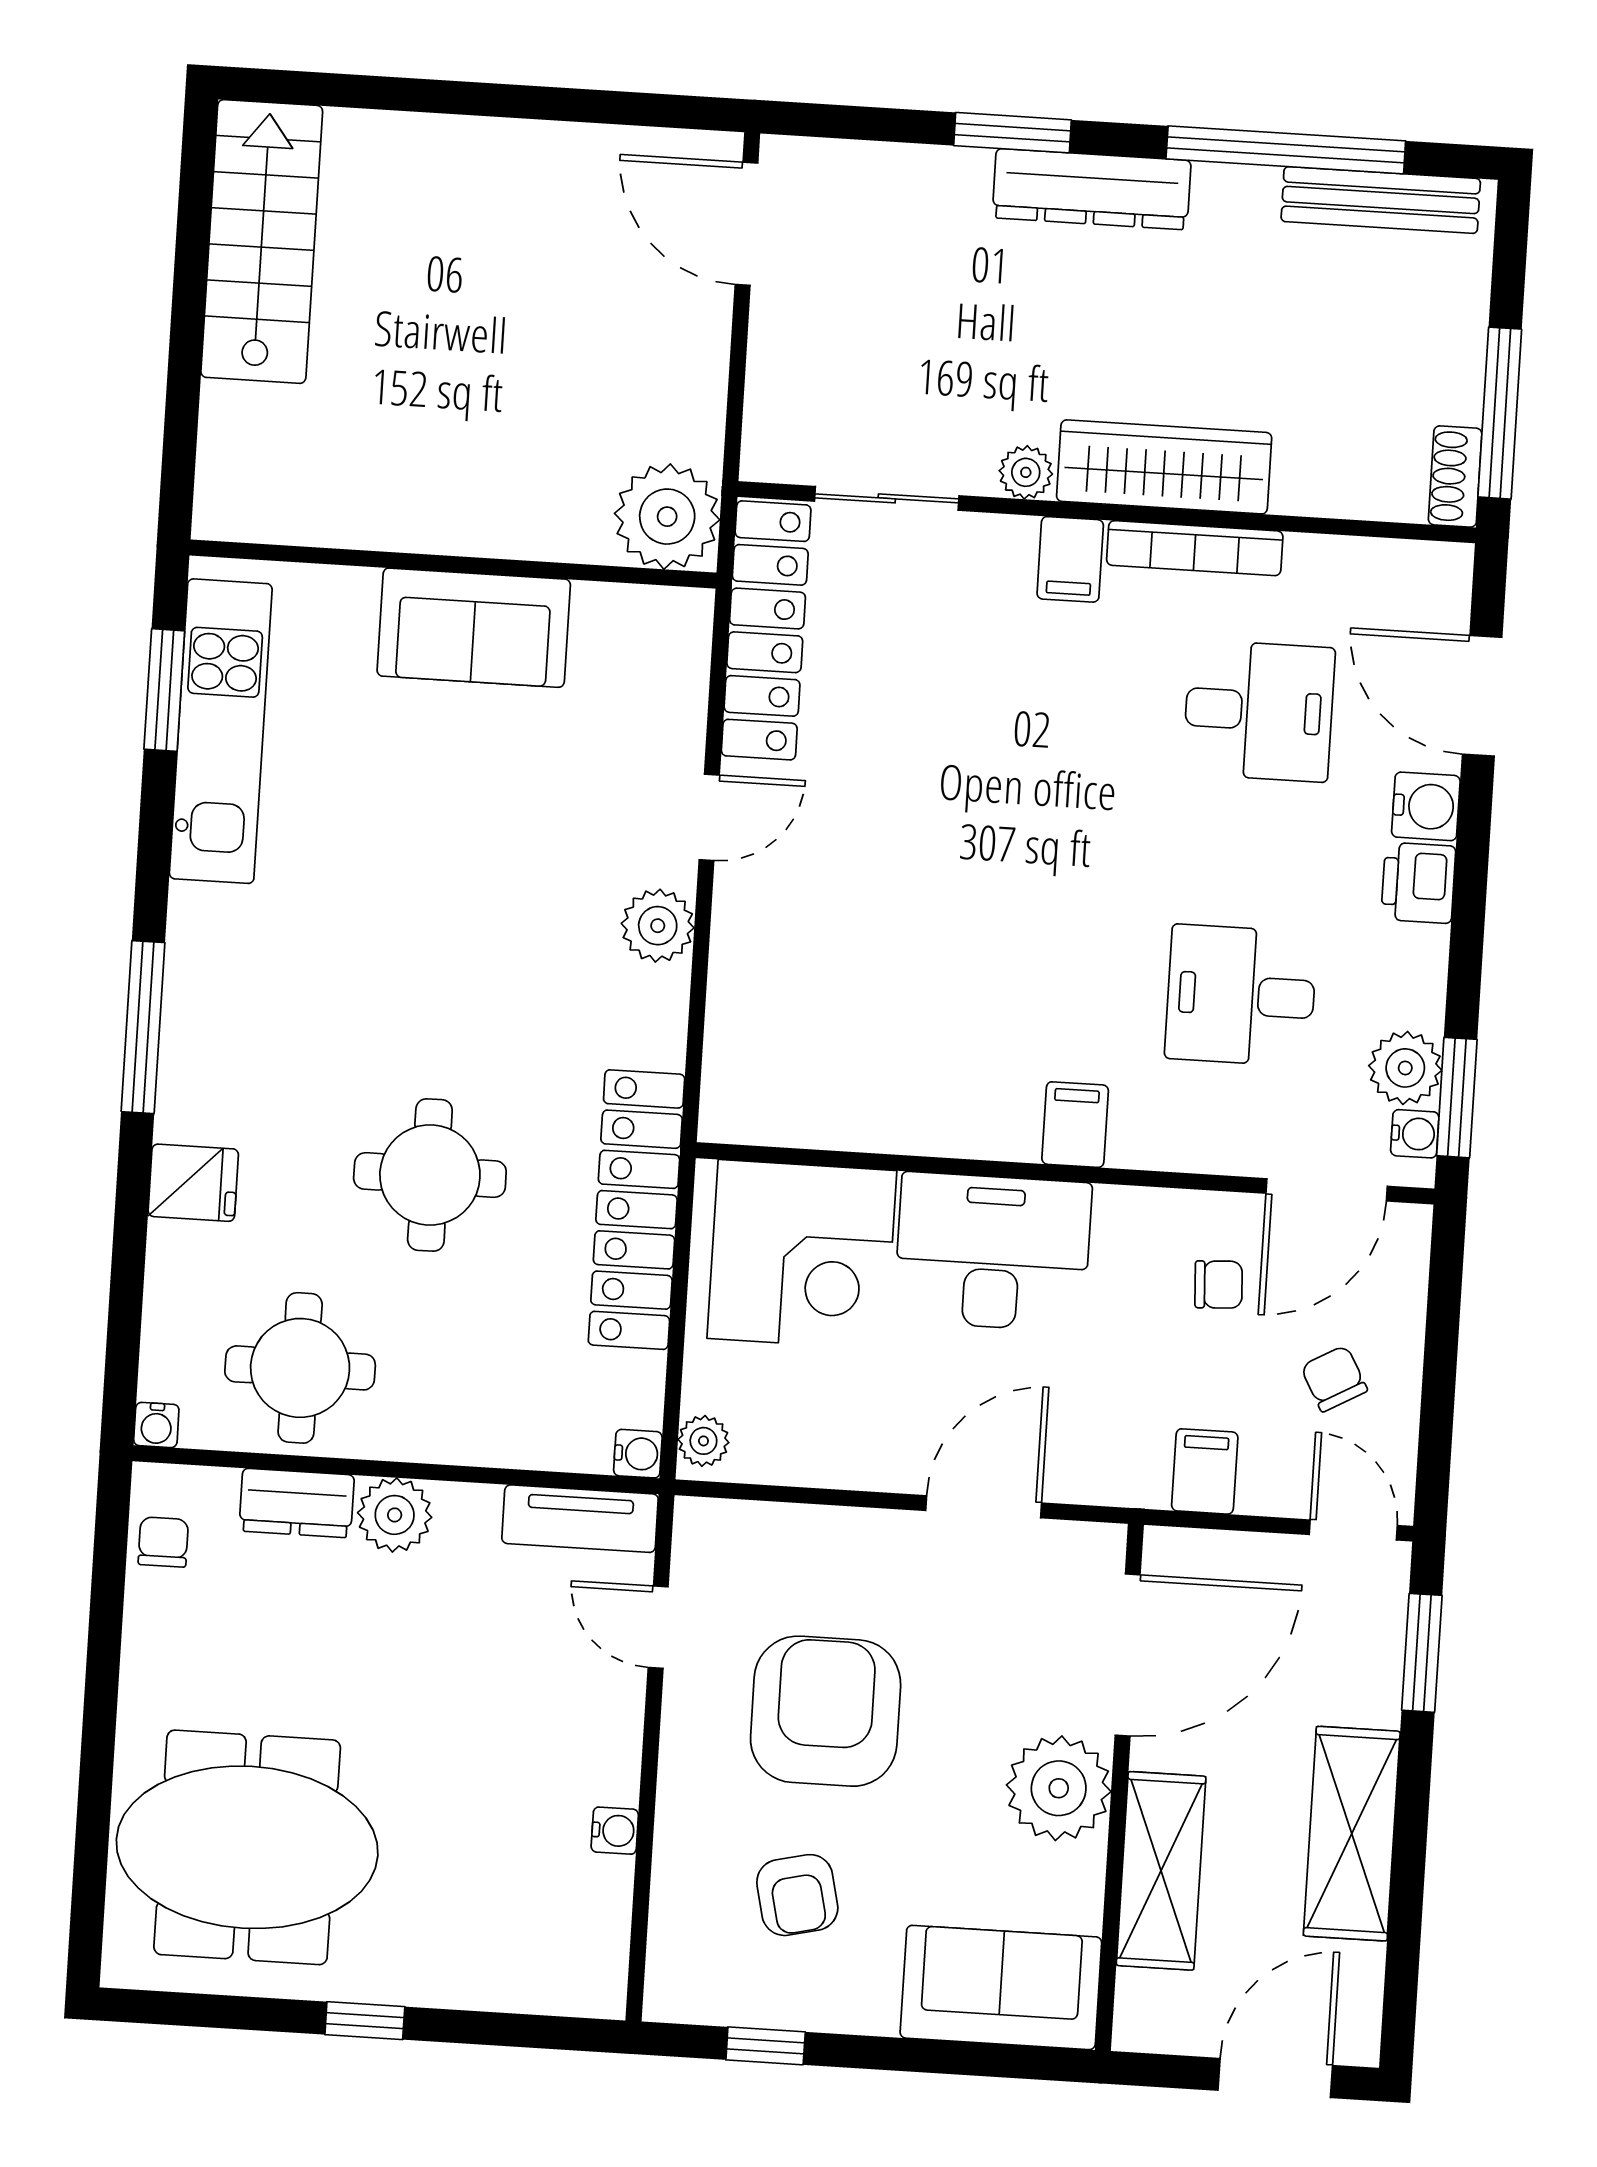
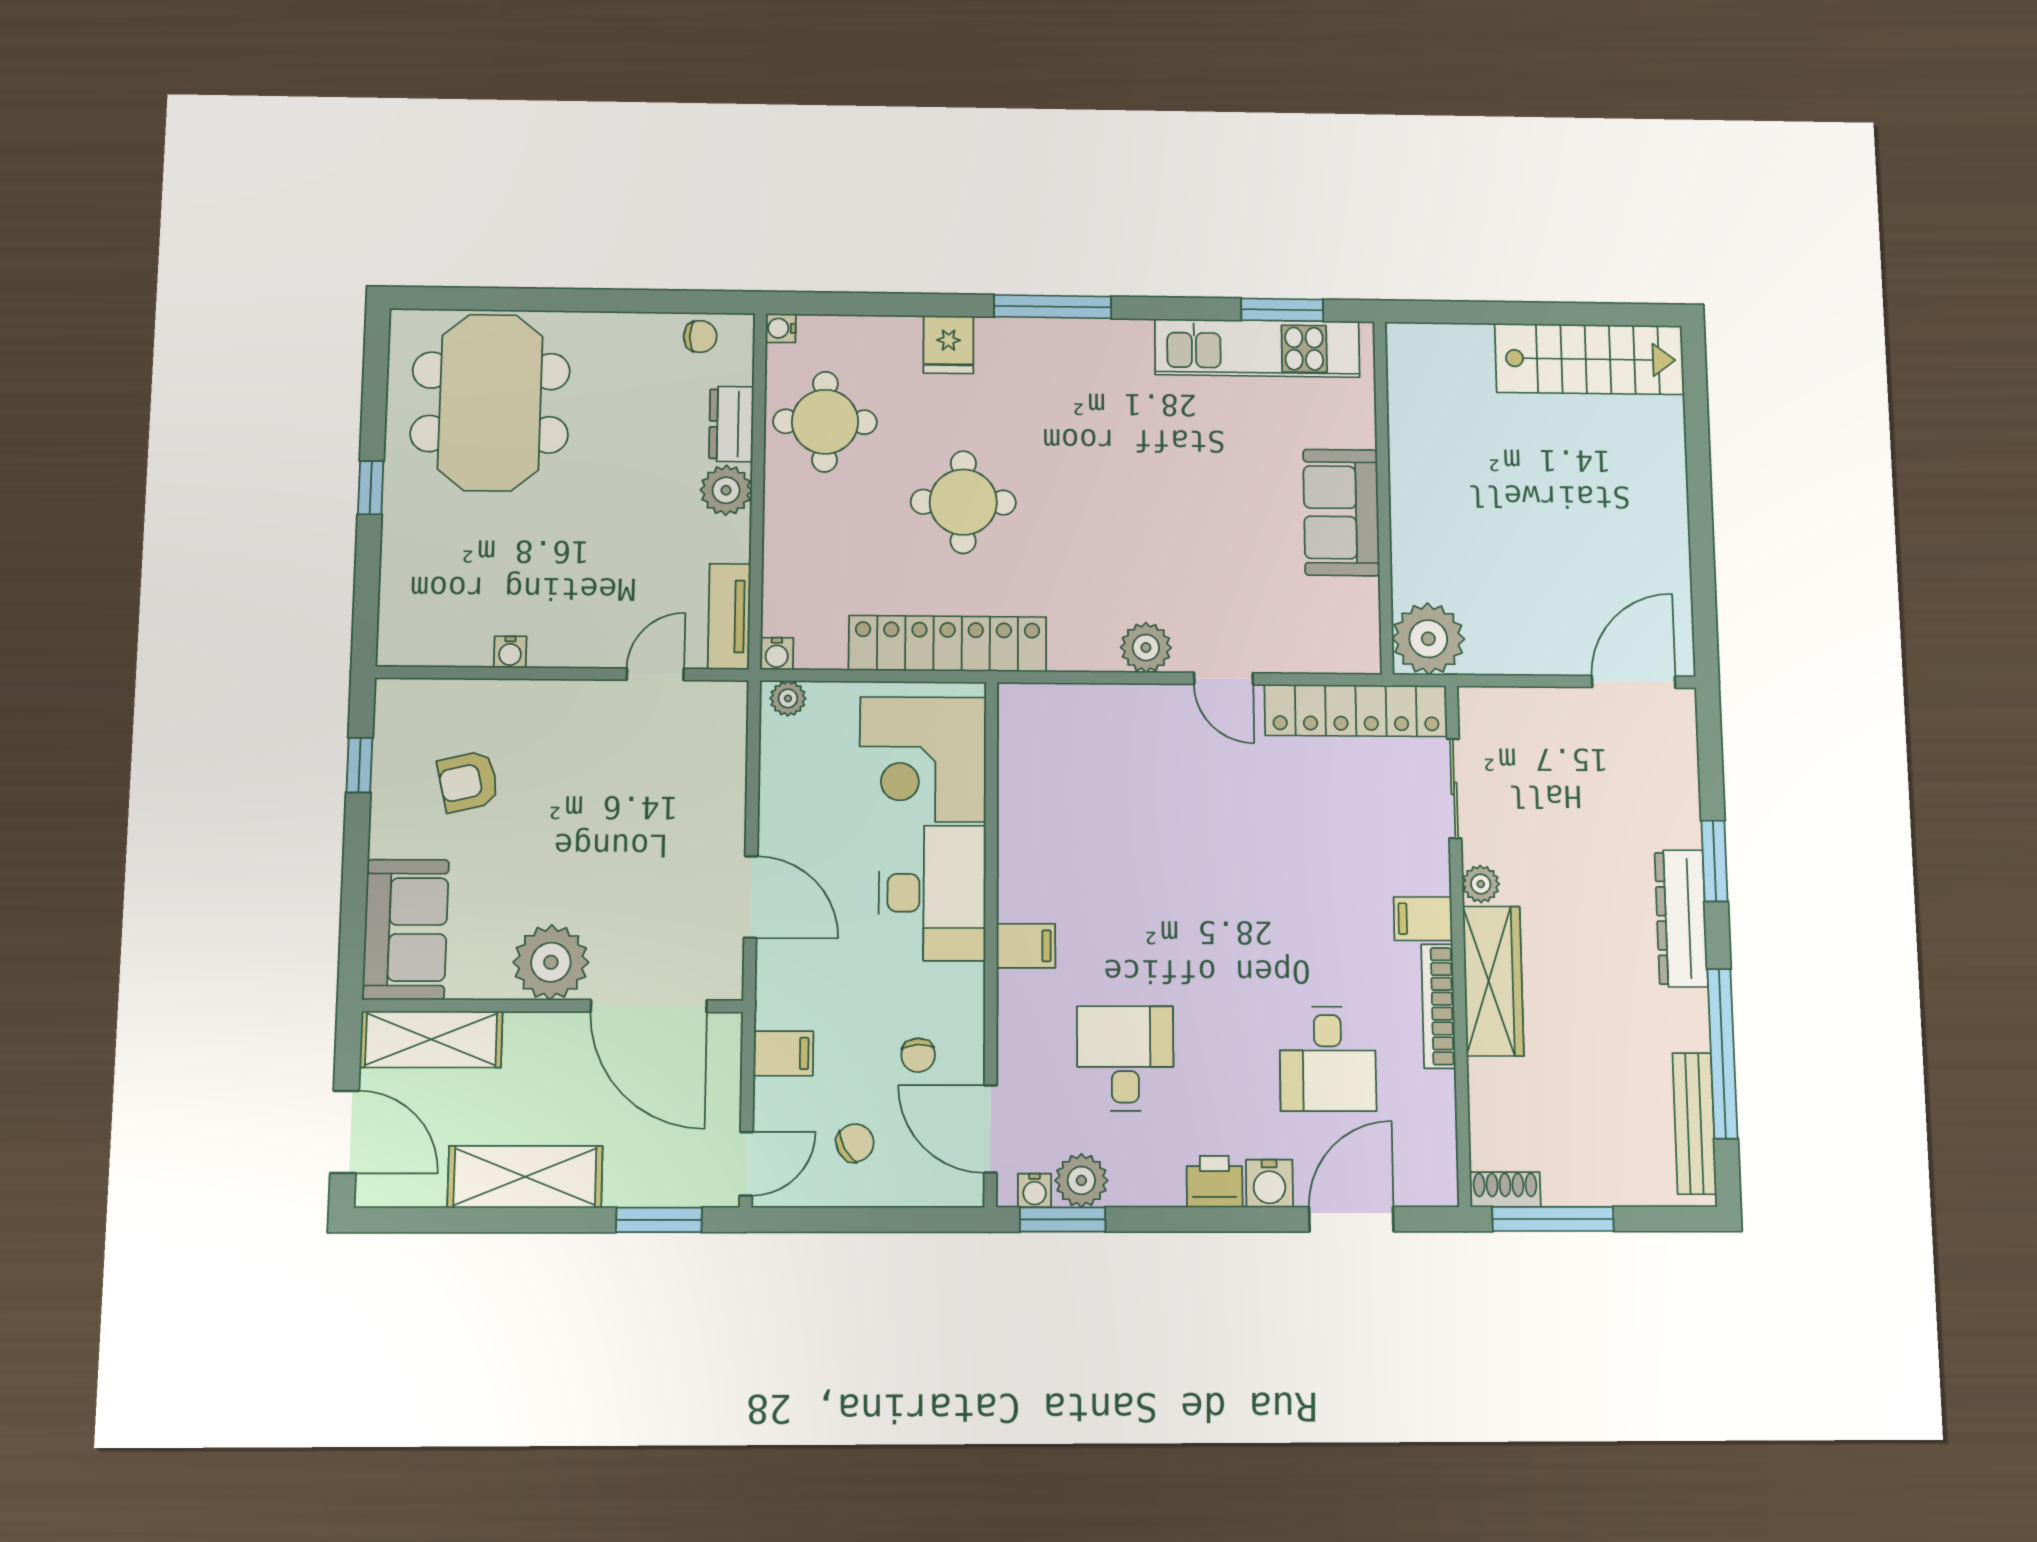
armchair: (826, 1711) -> (600, 794), removed
shelving: (1161, 1871) -> (431, 1039), moved

